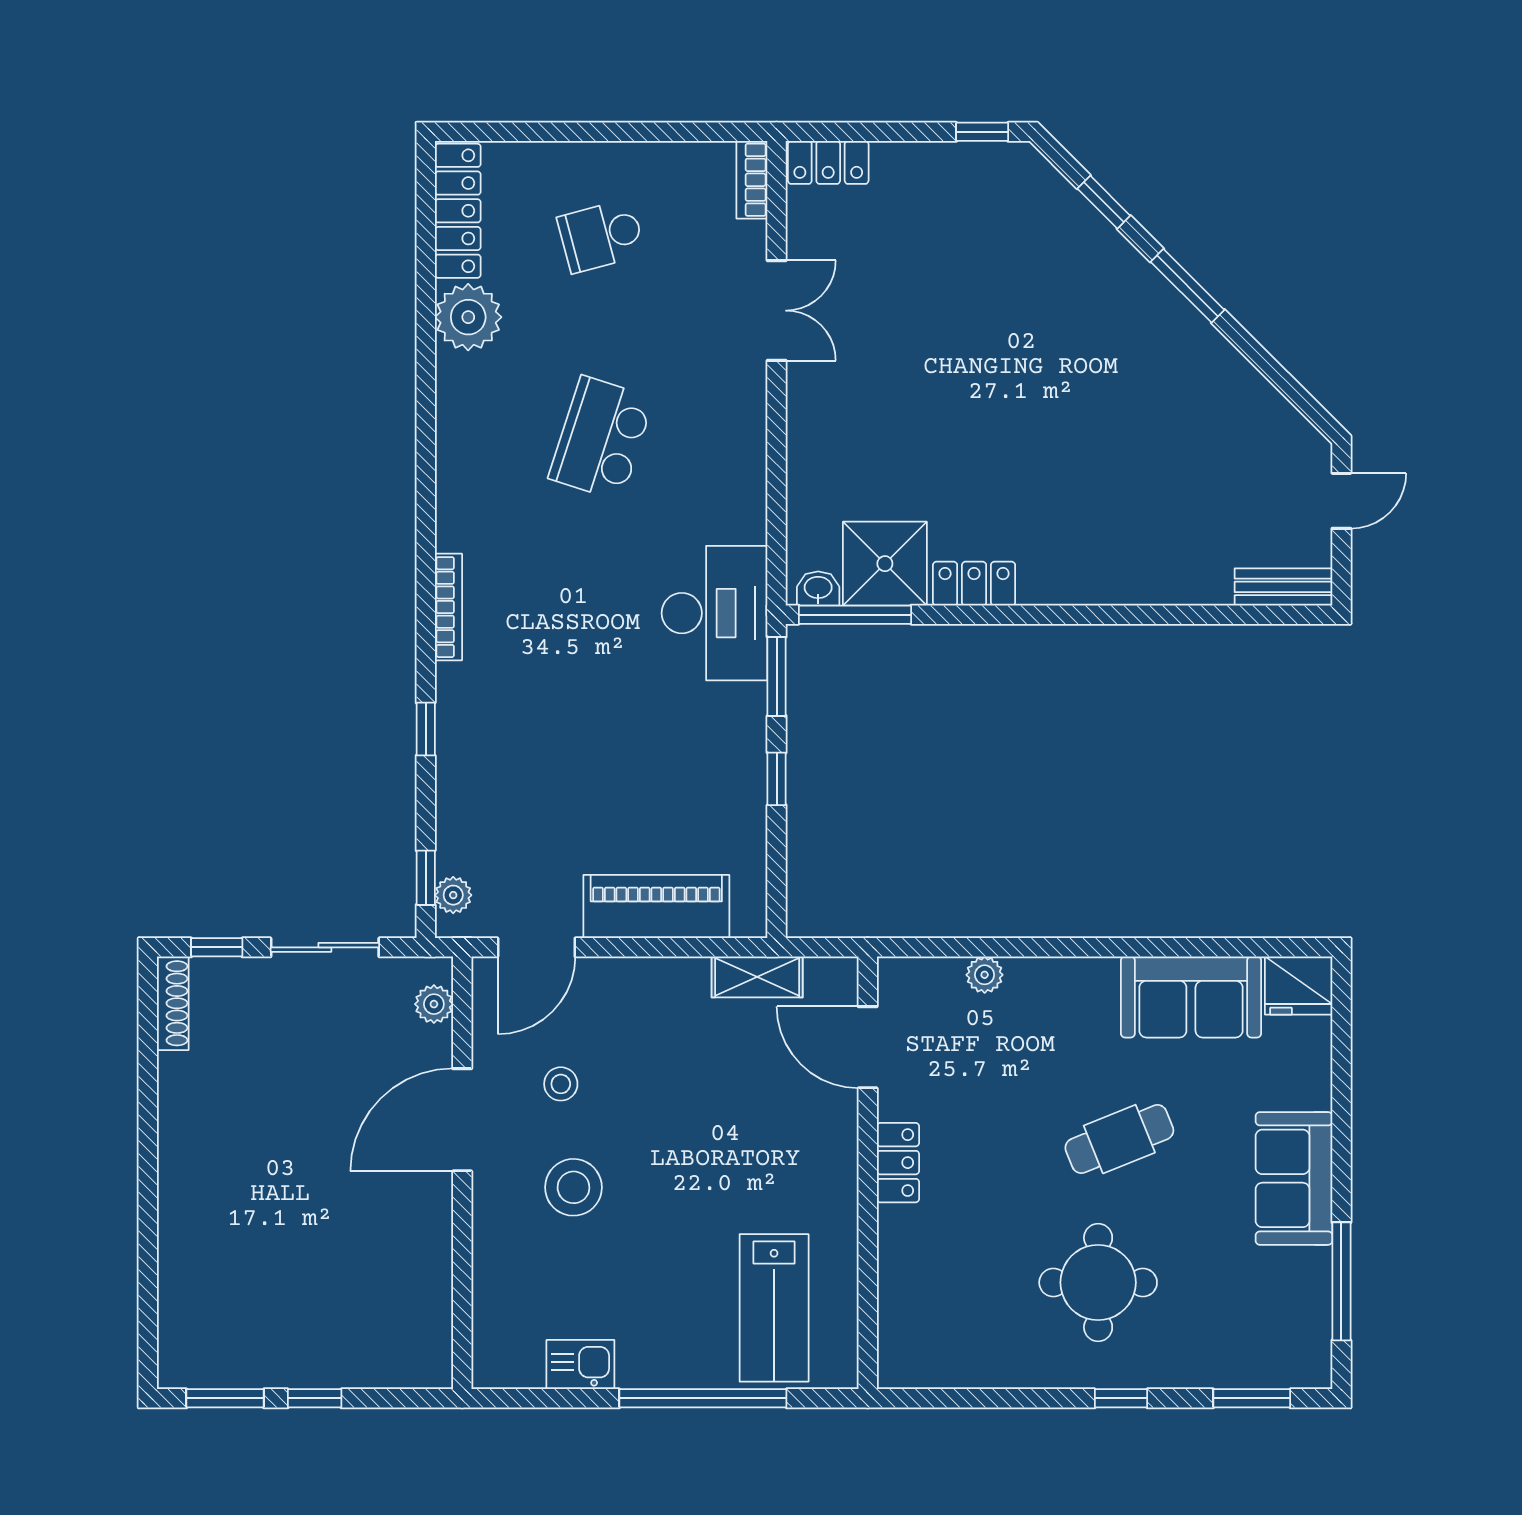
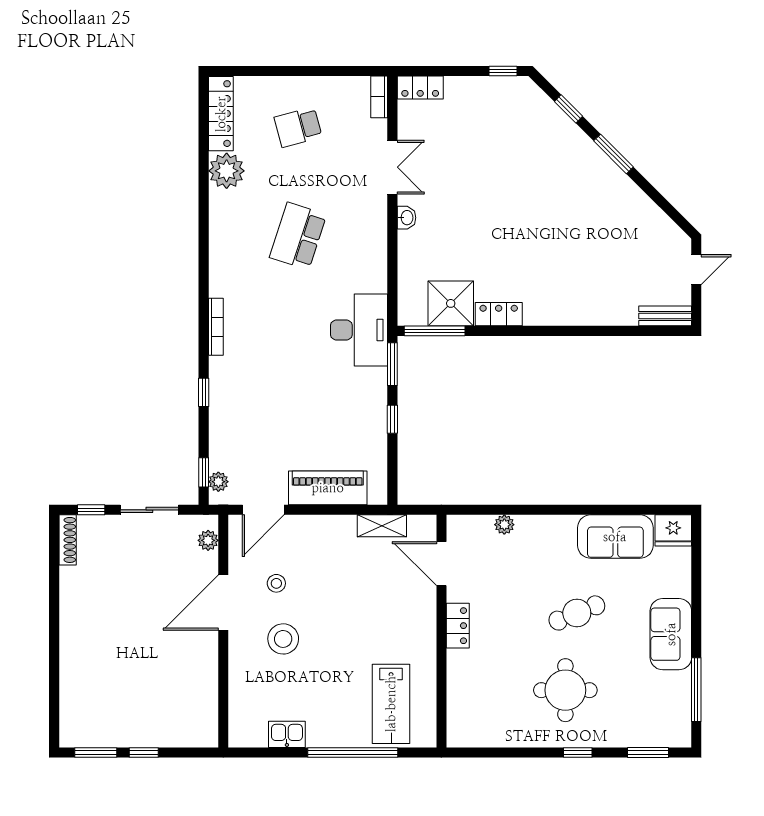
washbasin: (818, 588) -> (407, 218), moved, turned 90

